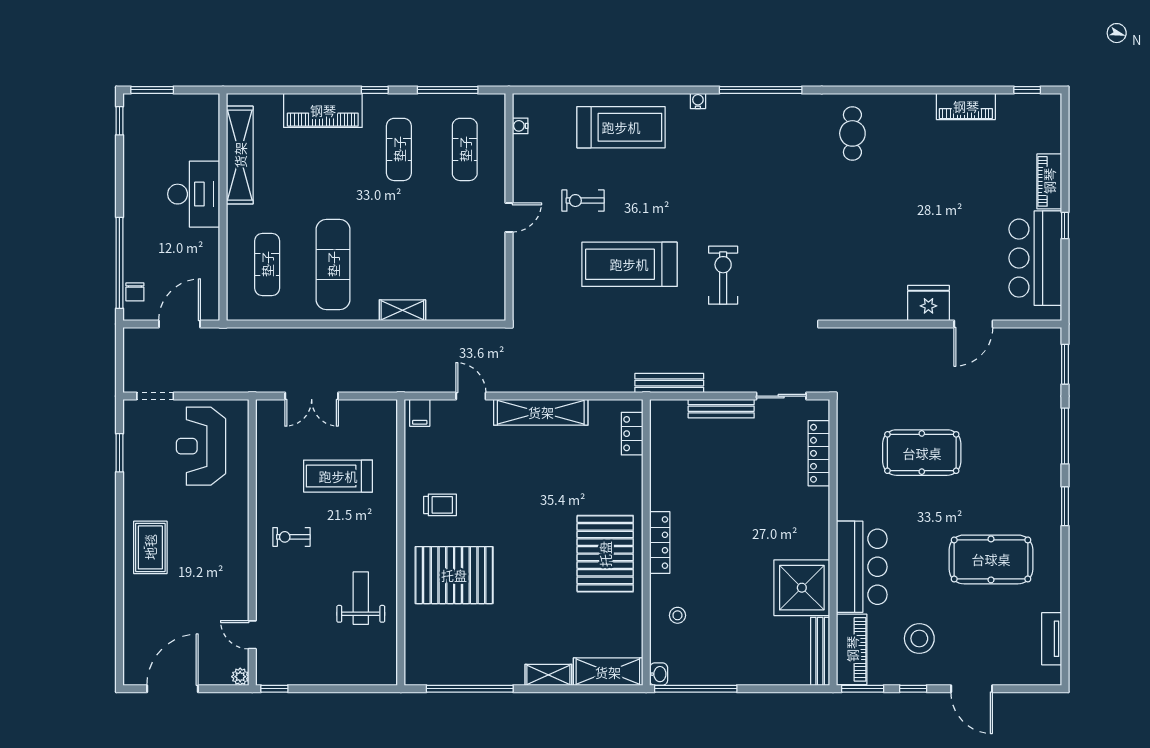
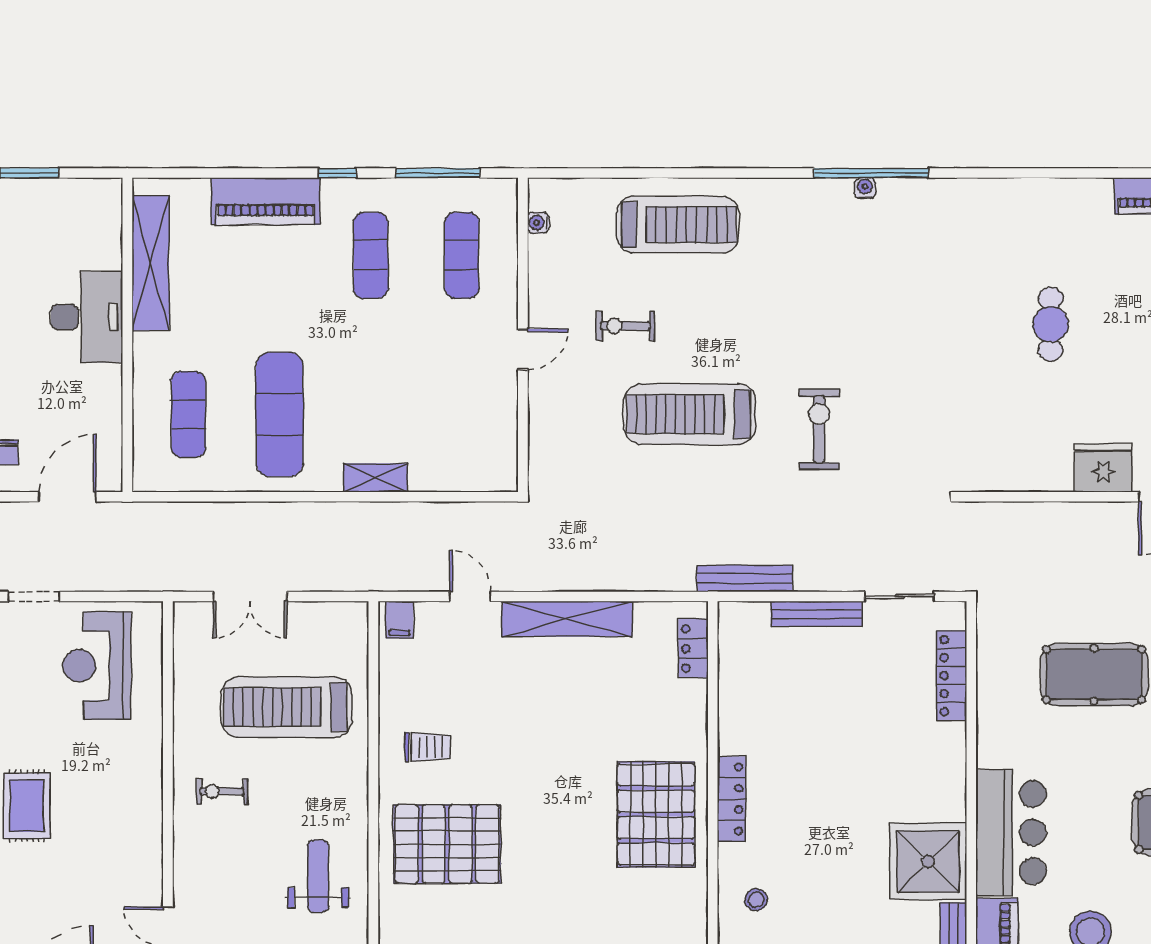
water cooler: (698, 101) -> (865, 188), moved
cafe table: (852, 133) -> (1051, 324), moved
treadmill: (338, 476) -> (286, 707), width x1.37, depth x1.38

